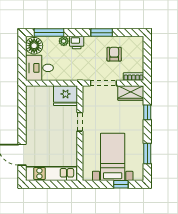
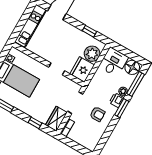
window: (102, 33) -> (122, 108), moved
armchair: (114, 54) -> (97, 114), moved
plant: (44, 95) -> (92, 54), added
window: (22, 110) -> (90, 31), added

